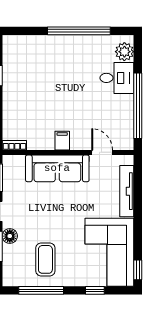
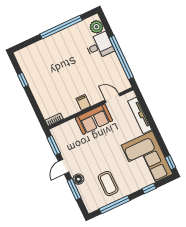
sofa: (57, 168) -> (94, 119), width x0.73

